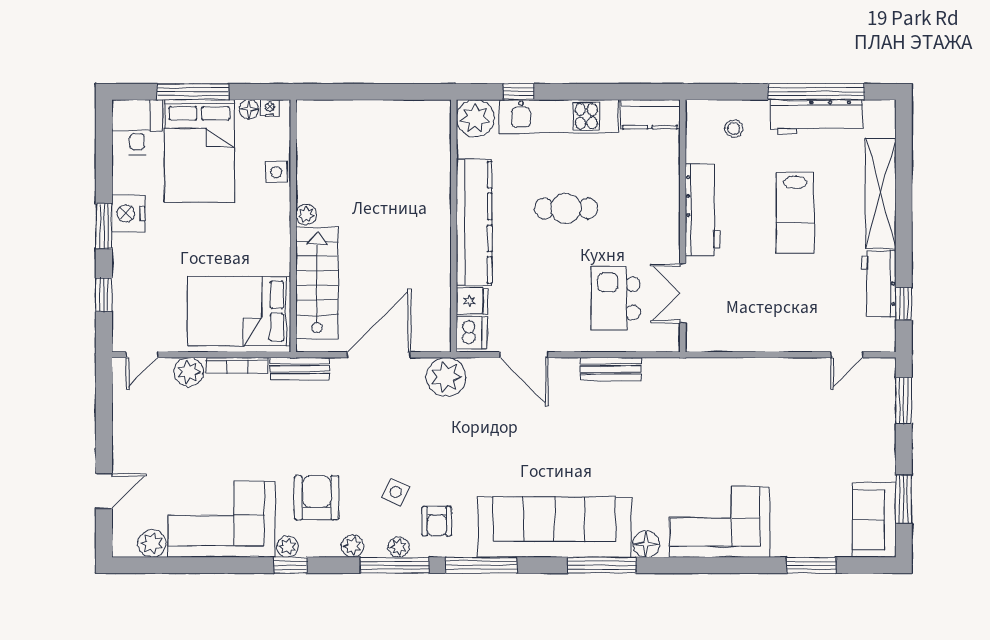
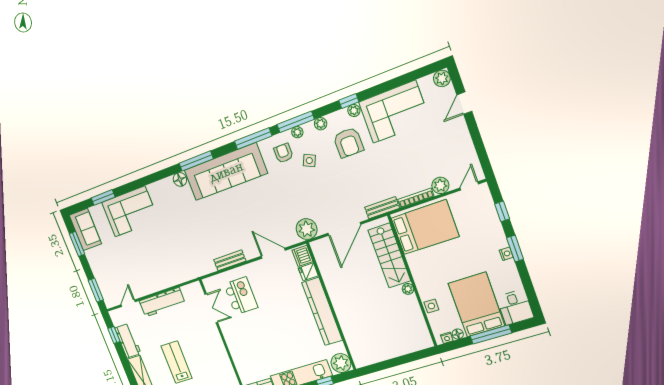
cafe table: (566, 208) -> (281, 332), removed
workbench: (703, 210) -> (162, 302), moved, turned -90
nightstand: (128, 213) -> (506, 254), width x0.53, depth x0.56
corner sofa: (720, 522) -> (130, 211), moved
plant: (152, 543) -> (442, 78), moved

